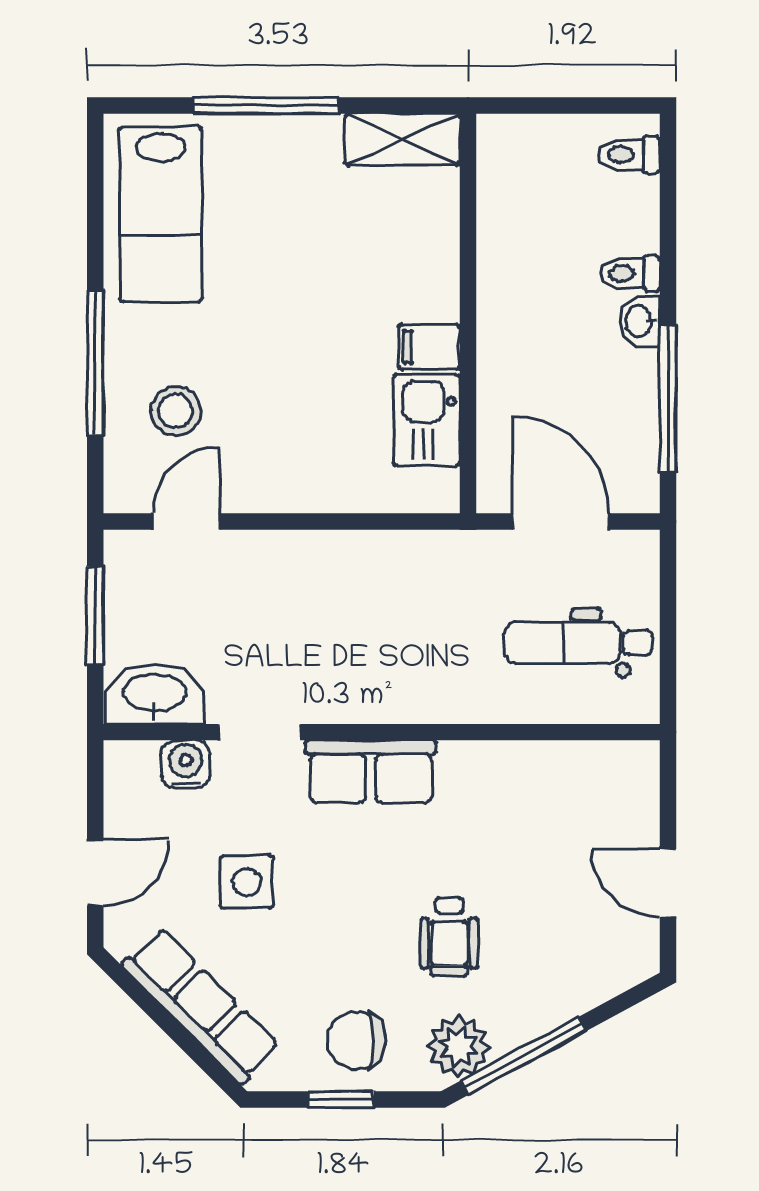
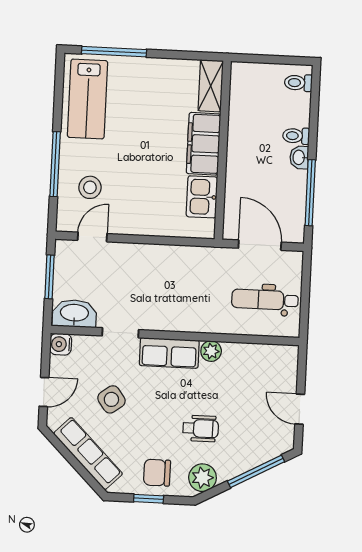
window: (266, 105) -> (114, 52), moved
shelving: (403, 139) -> (211, 86), moved, turned 90
filing cabinet: (429, 347) -> (204, 144), width x3.00, depth x1.17
plant: (464, 763) -> (211, 351), added
water cooler: (186, 764) -> (61, 344), moved, turned -90
side table: (247, 882) -> (111, 399), turned -36
wheelchair: (449, 937) -> (201, 428), turned -90
window: (524, 1056) -> (256, 471), moved

